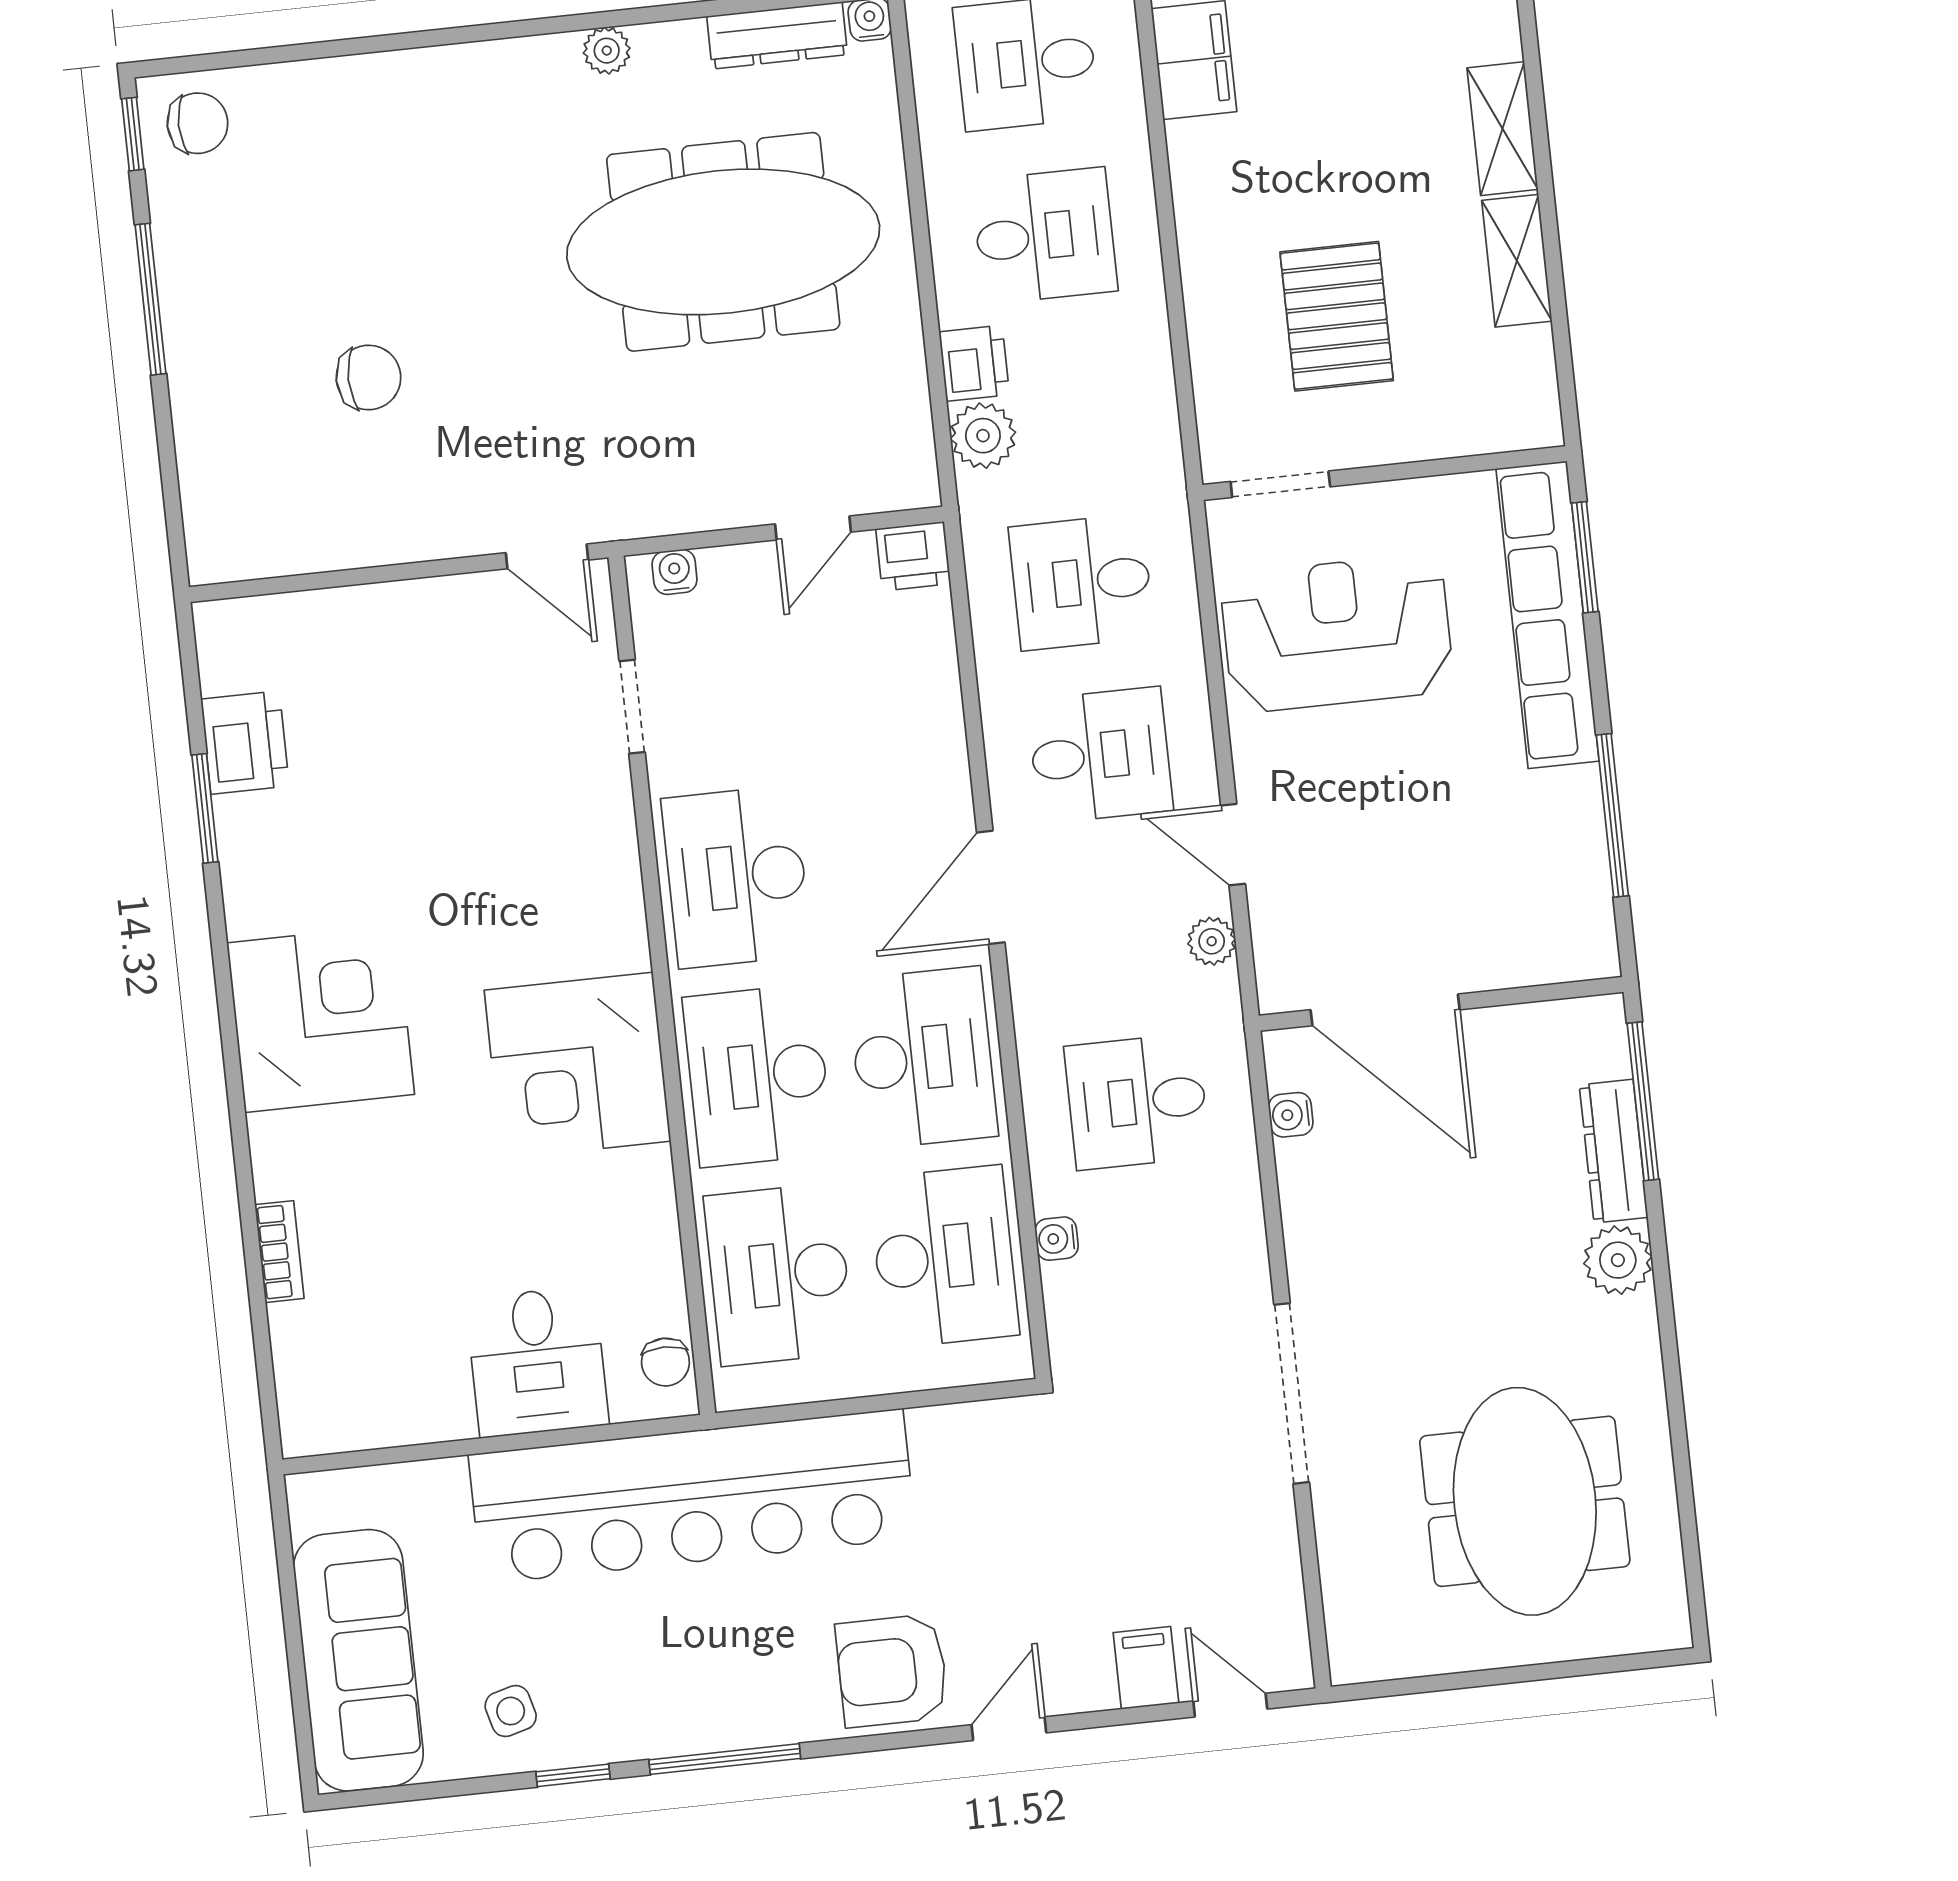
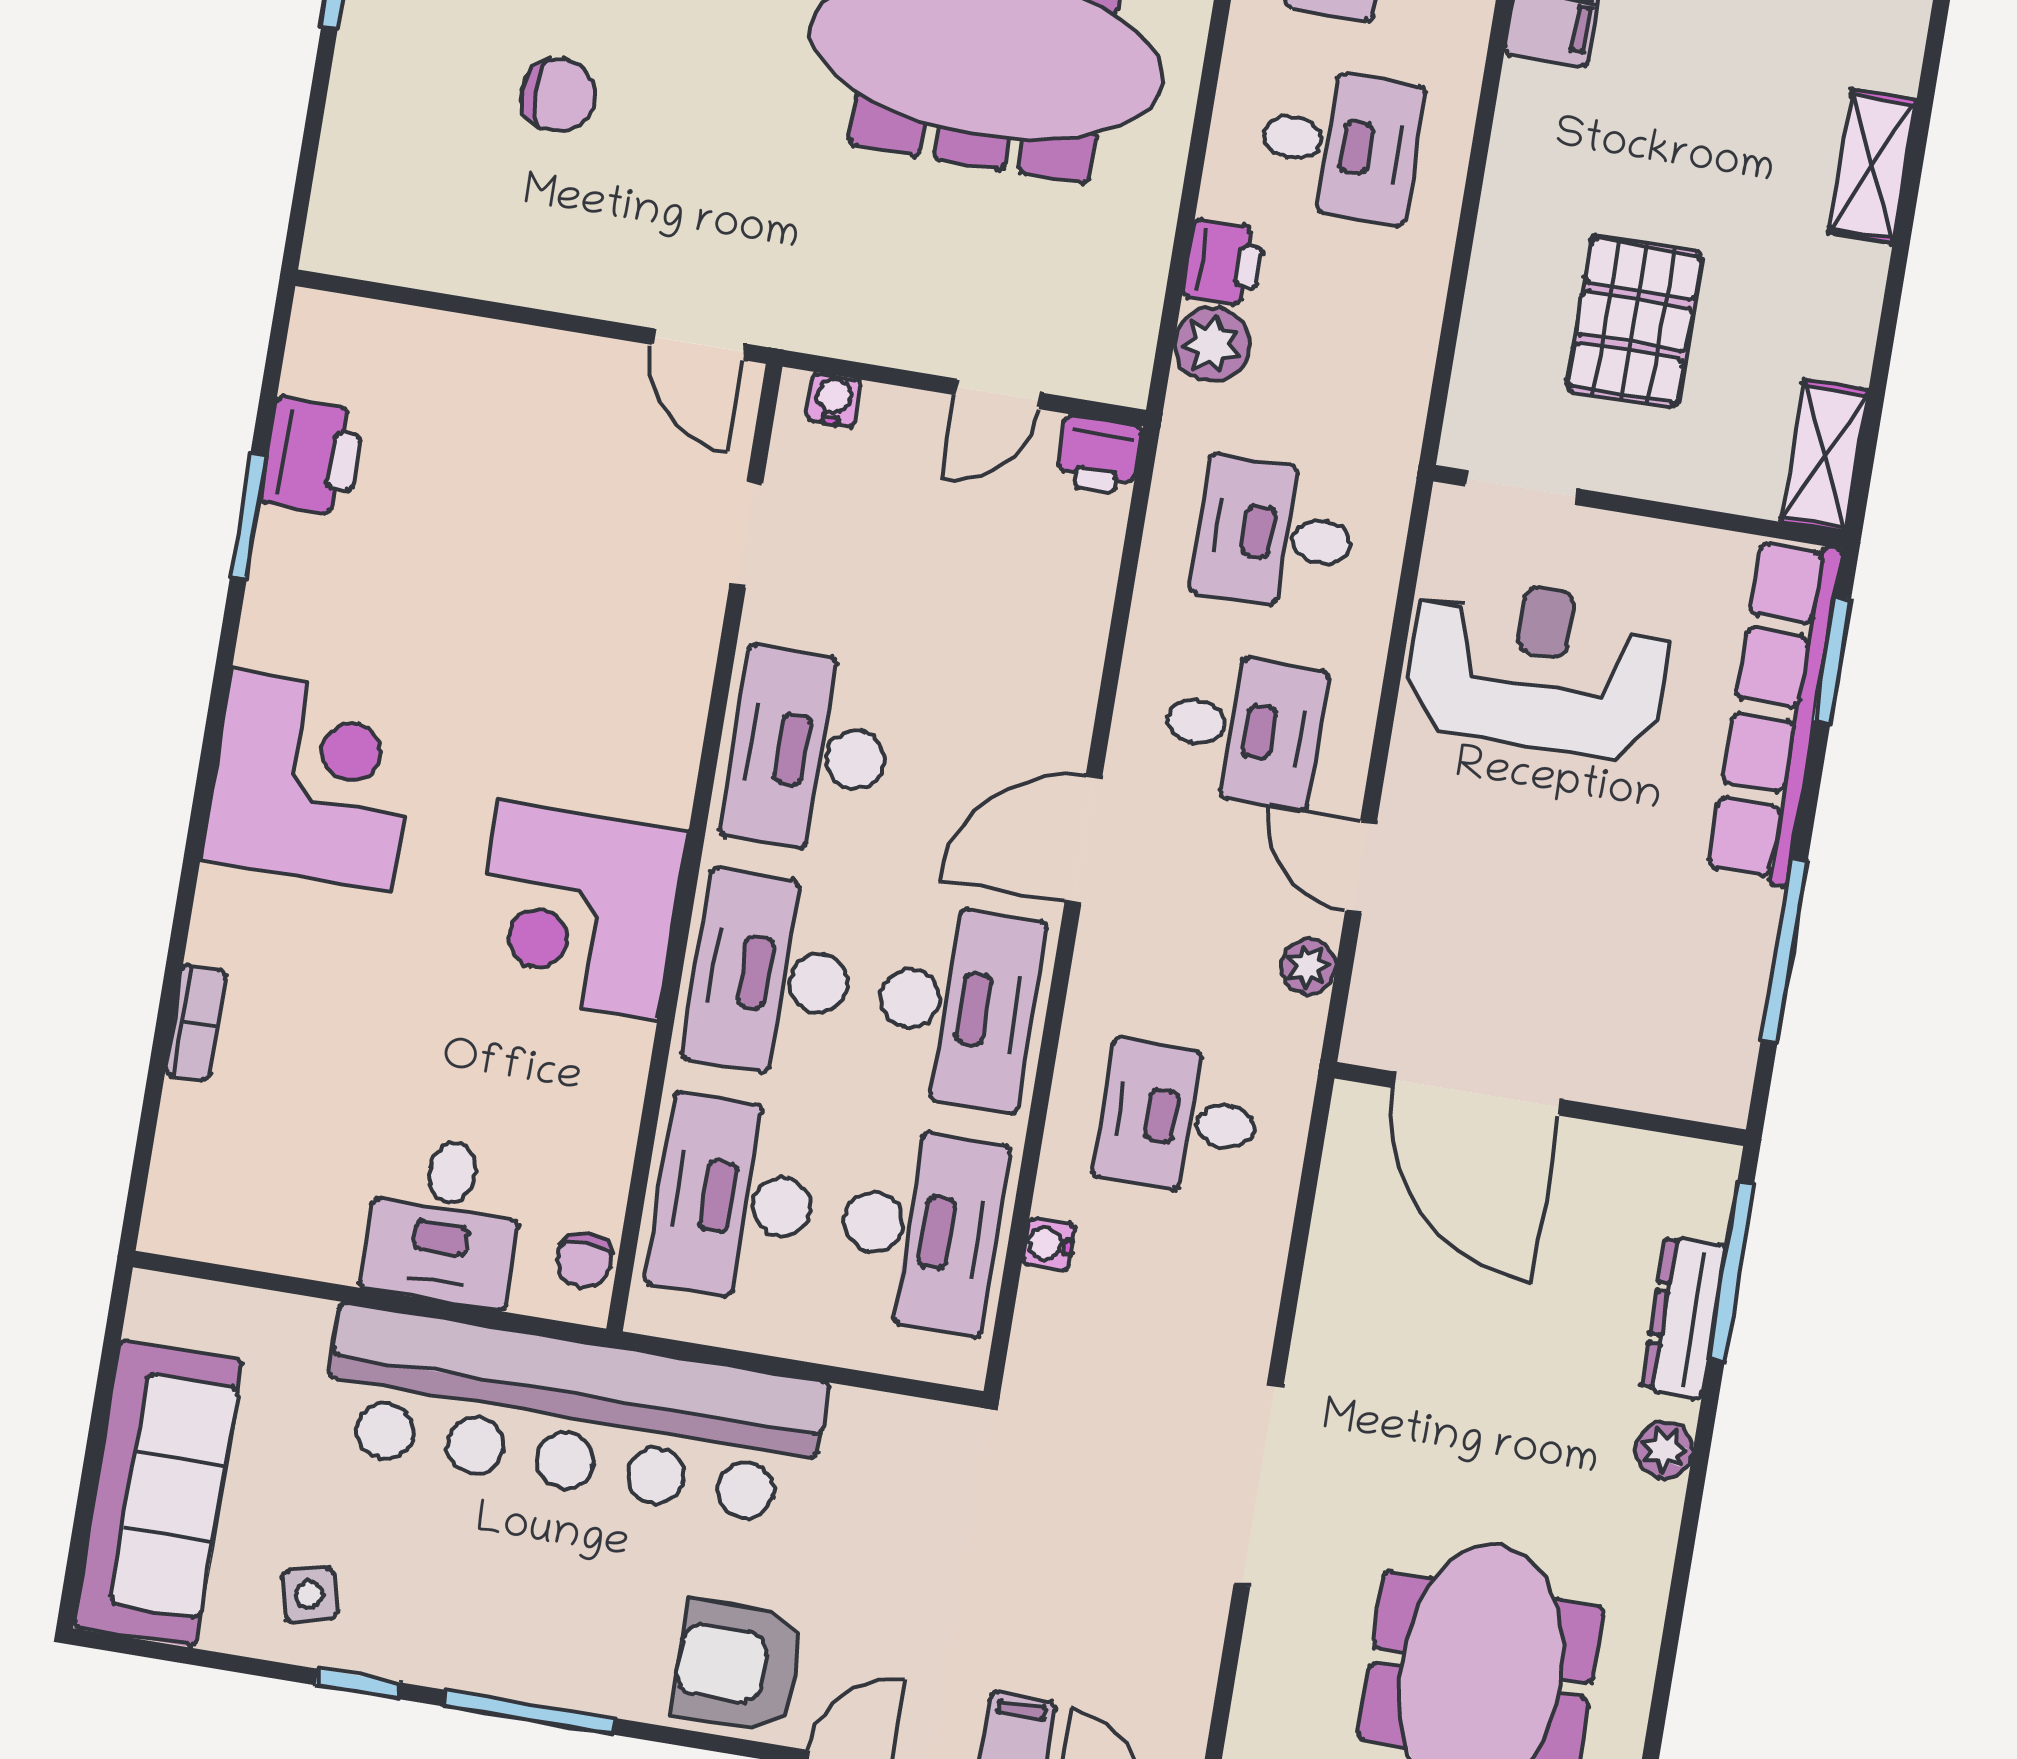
shelving: (1517, 261) -> (1825, 456), moved
water cooler: (1291, 1115) -> (1342, 1180), removed
plant: (1618, 1260) -> (1664, 1450), width x0.73, depth x0.73

